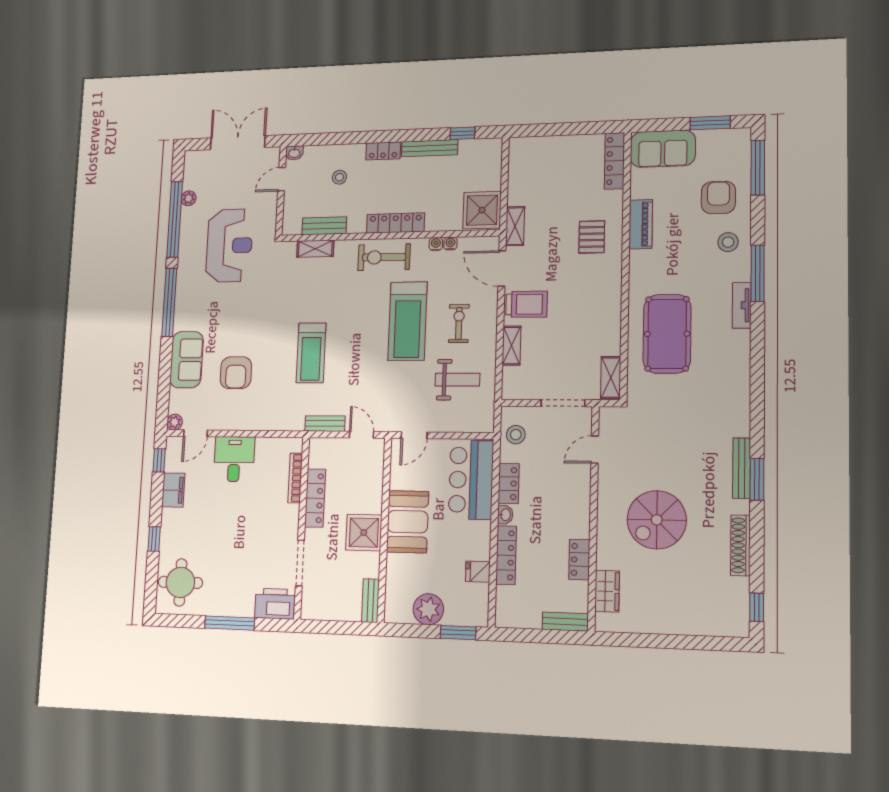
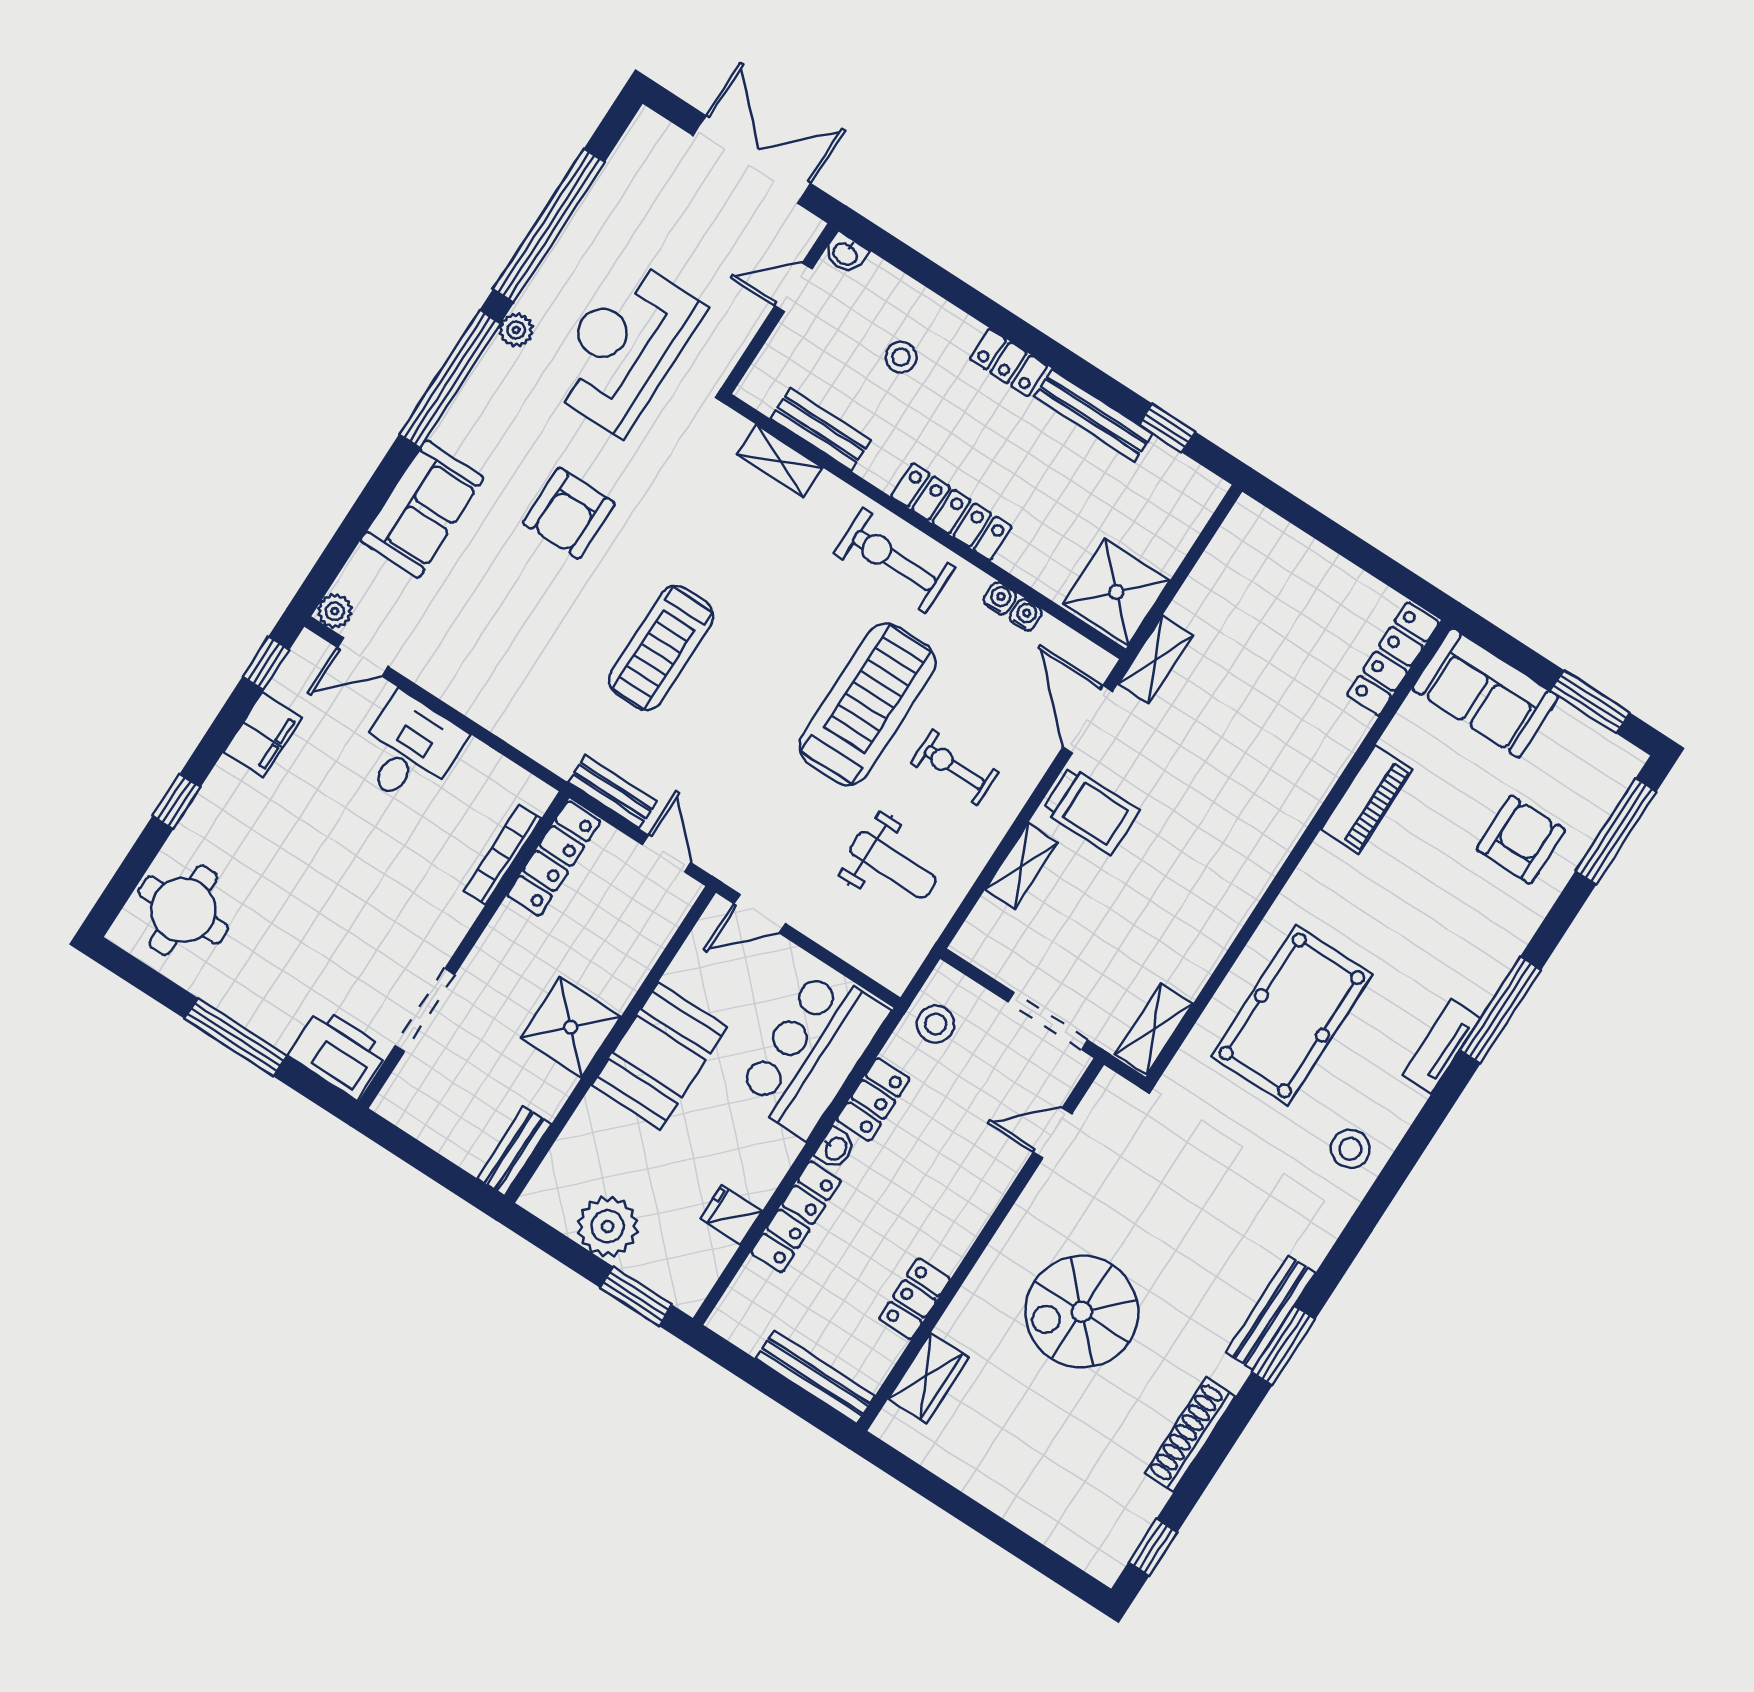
plant: (189, 198) -> (516, 330), moved
pallet: (592, 237) -> (1272, 767), removed
stool: (728, 242) -> (1350, 1149), moved
reception desk: (229, 245) -> (624, 347), turned 180
treadmill: (408, 321) -> (867, 704), turned 180
exercise bike: (459, 323) -> (955, 768), turned -90
armchair: (236, 373) -> (569, 513), moved
locker: (315, 498) -> (554, 858), moved
bench: (565, 622) -> (815, 1377), width x1.36

